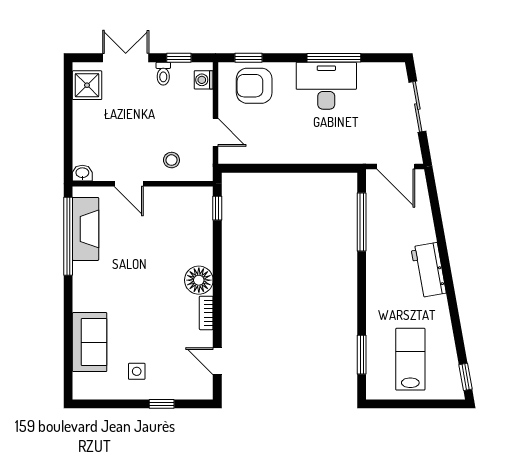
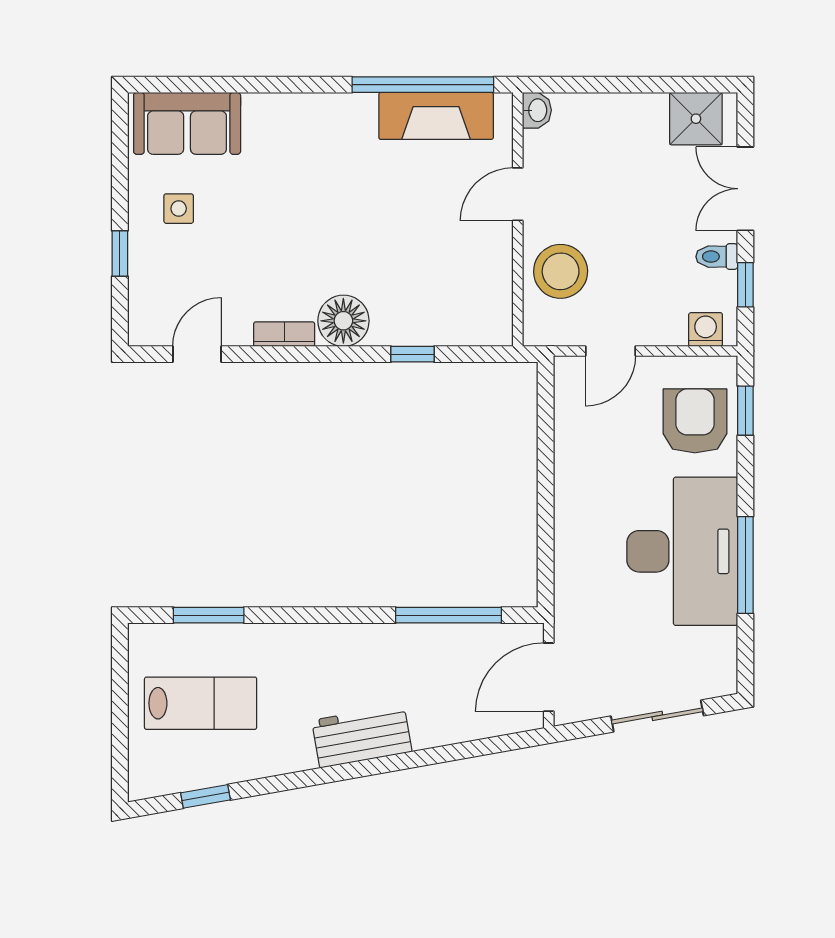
double door: (126, 58) -> (745, 189), swing flipped
desk: (326, 86) -> (682, 551), width x1.36, depth x1.30
stool: (171, 160) -> (561, 271), width x1.89, depth x1.89
window: (217, 208) -> (413, 354), moved
sofa: (90, 342) -> (187, 123), moved
window: (465, 377) -> (205, 796), moved

